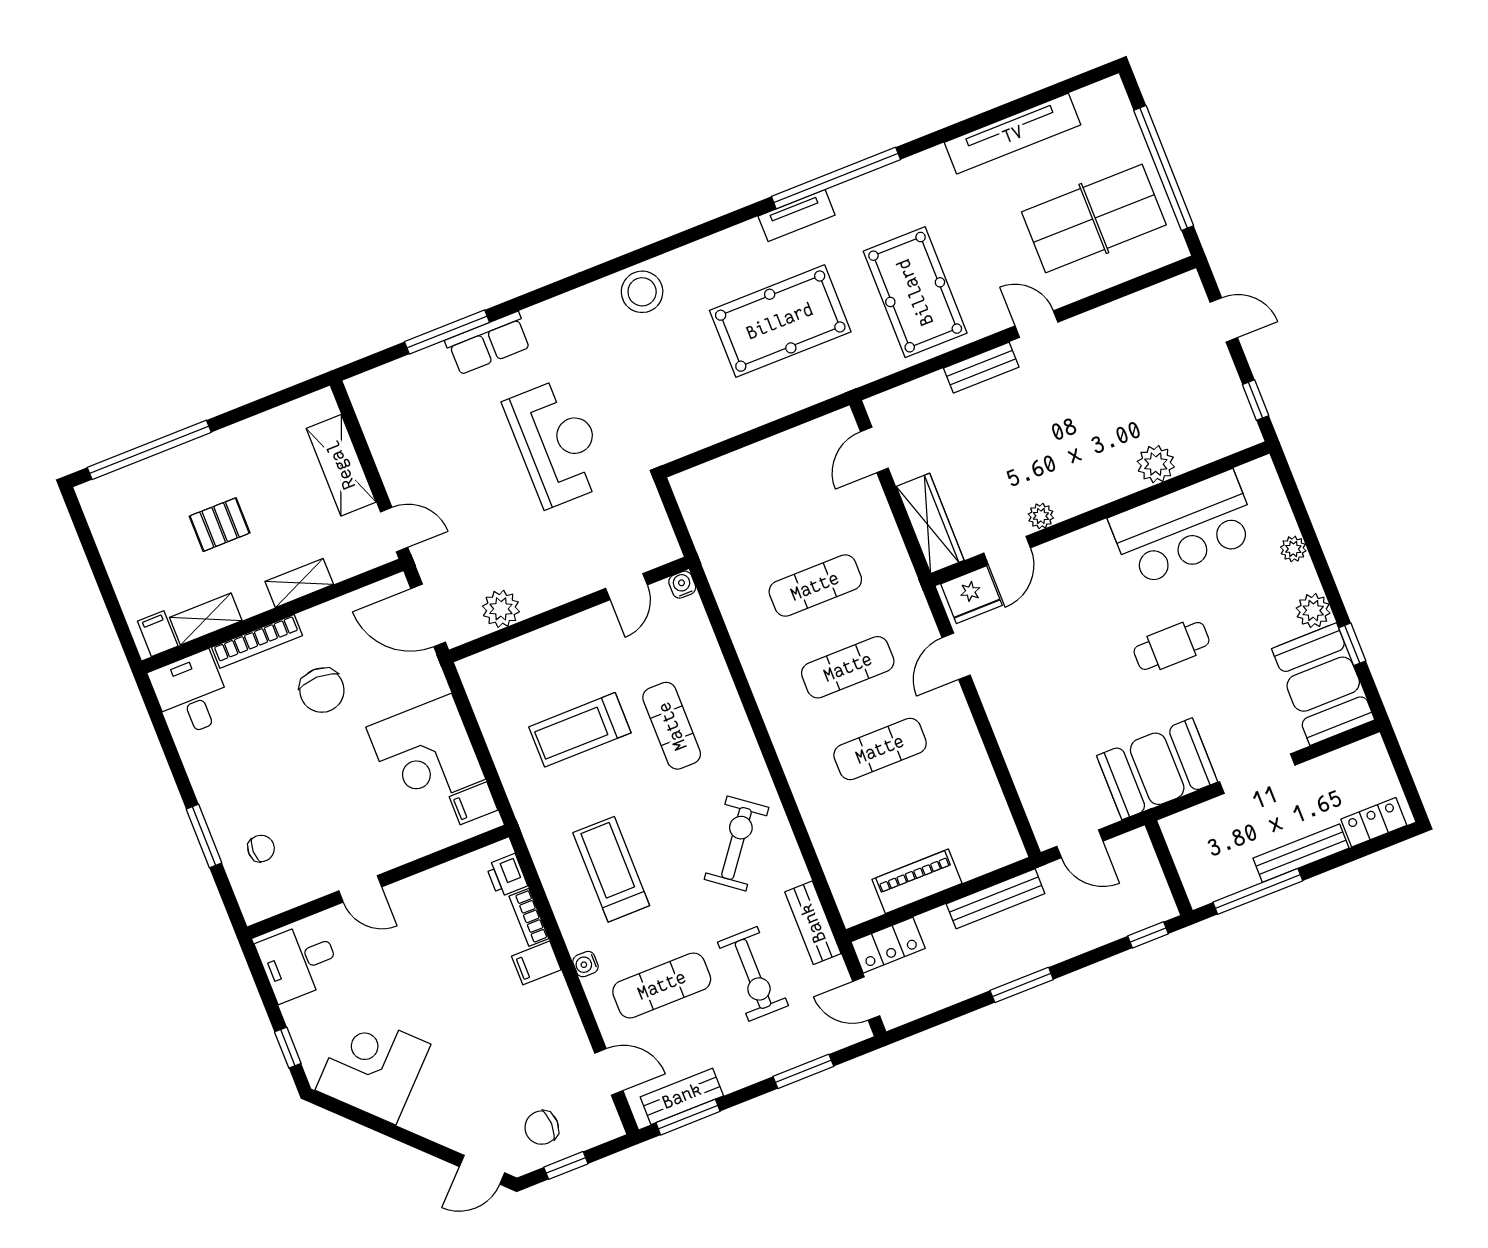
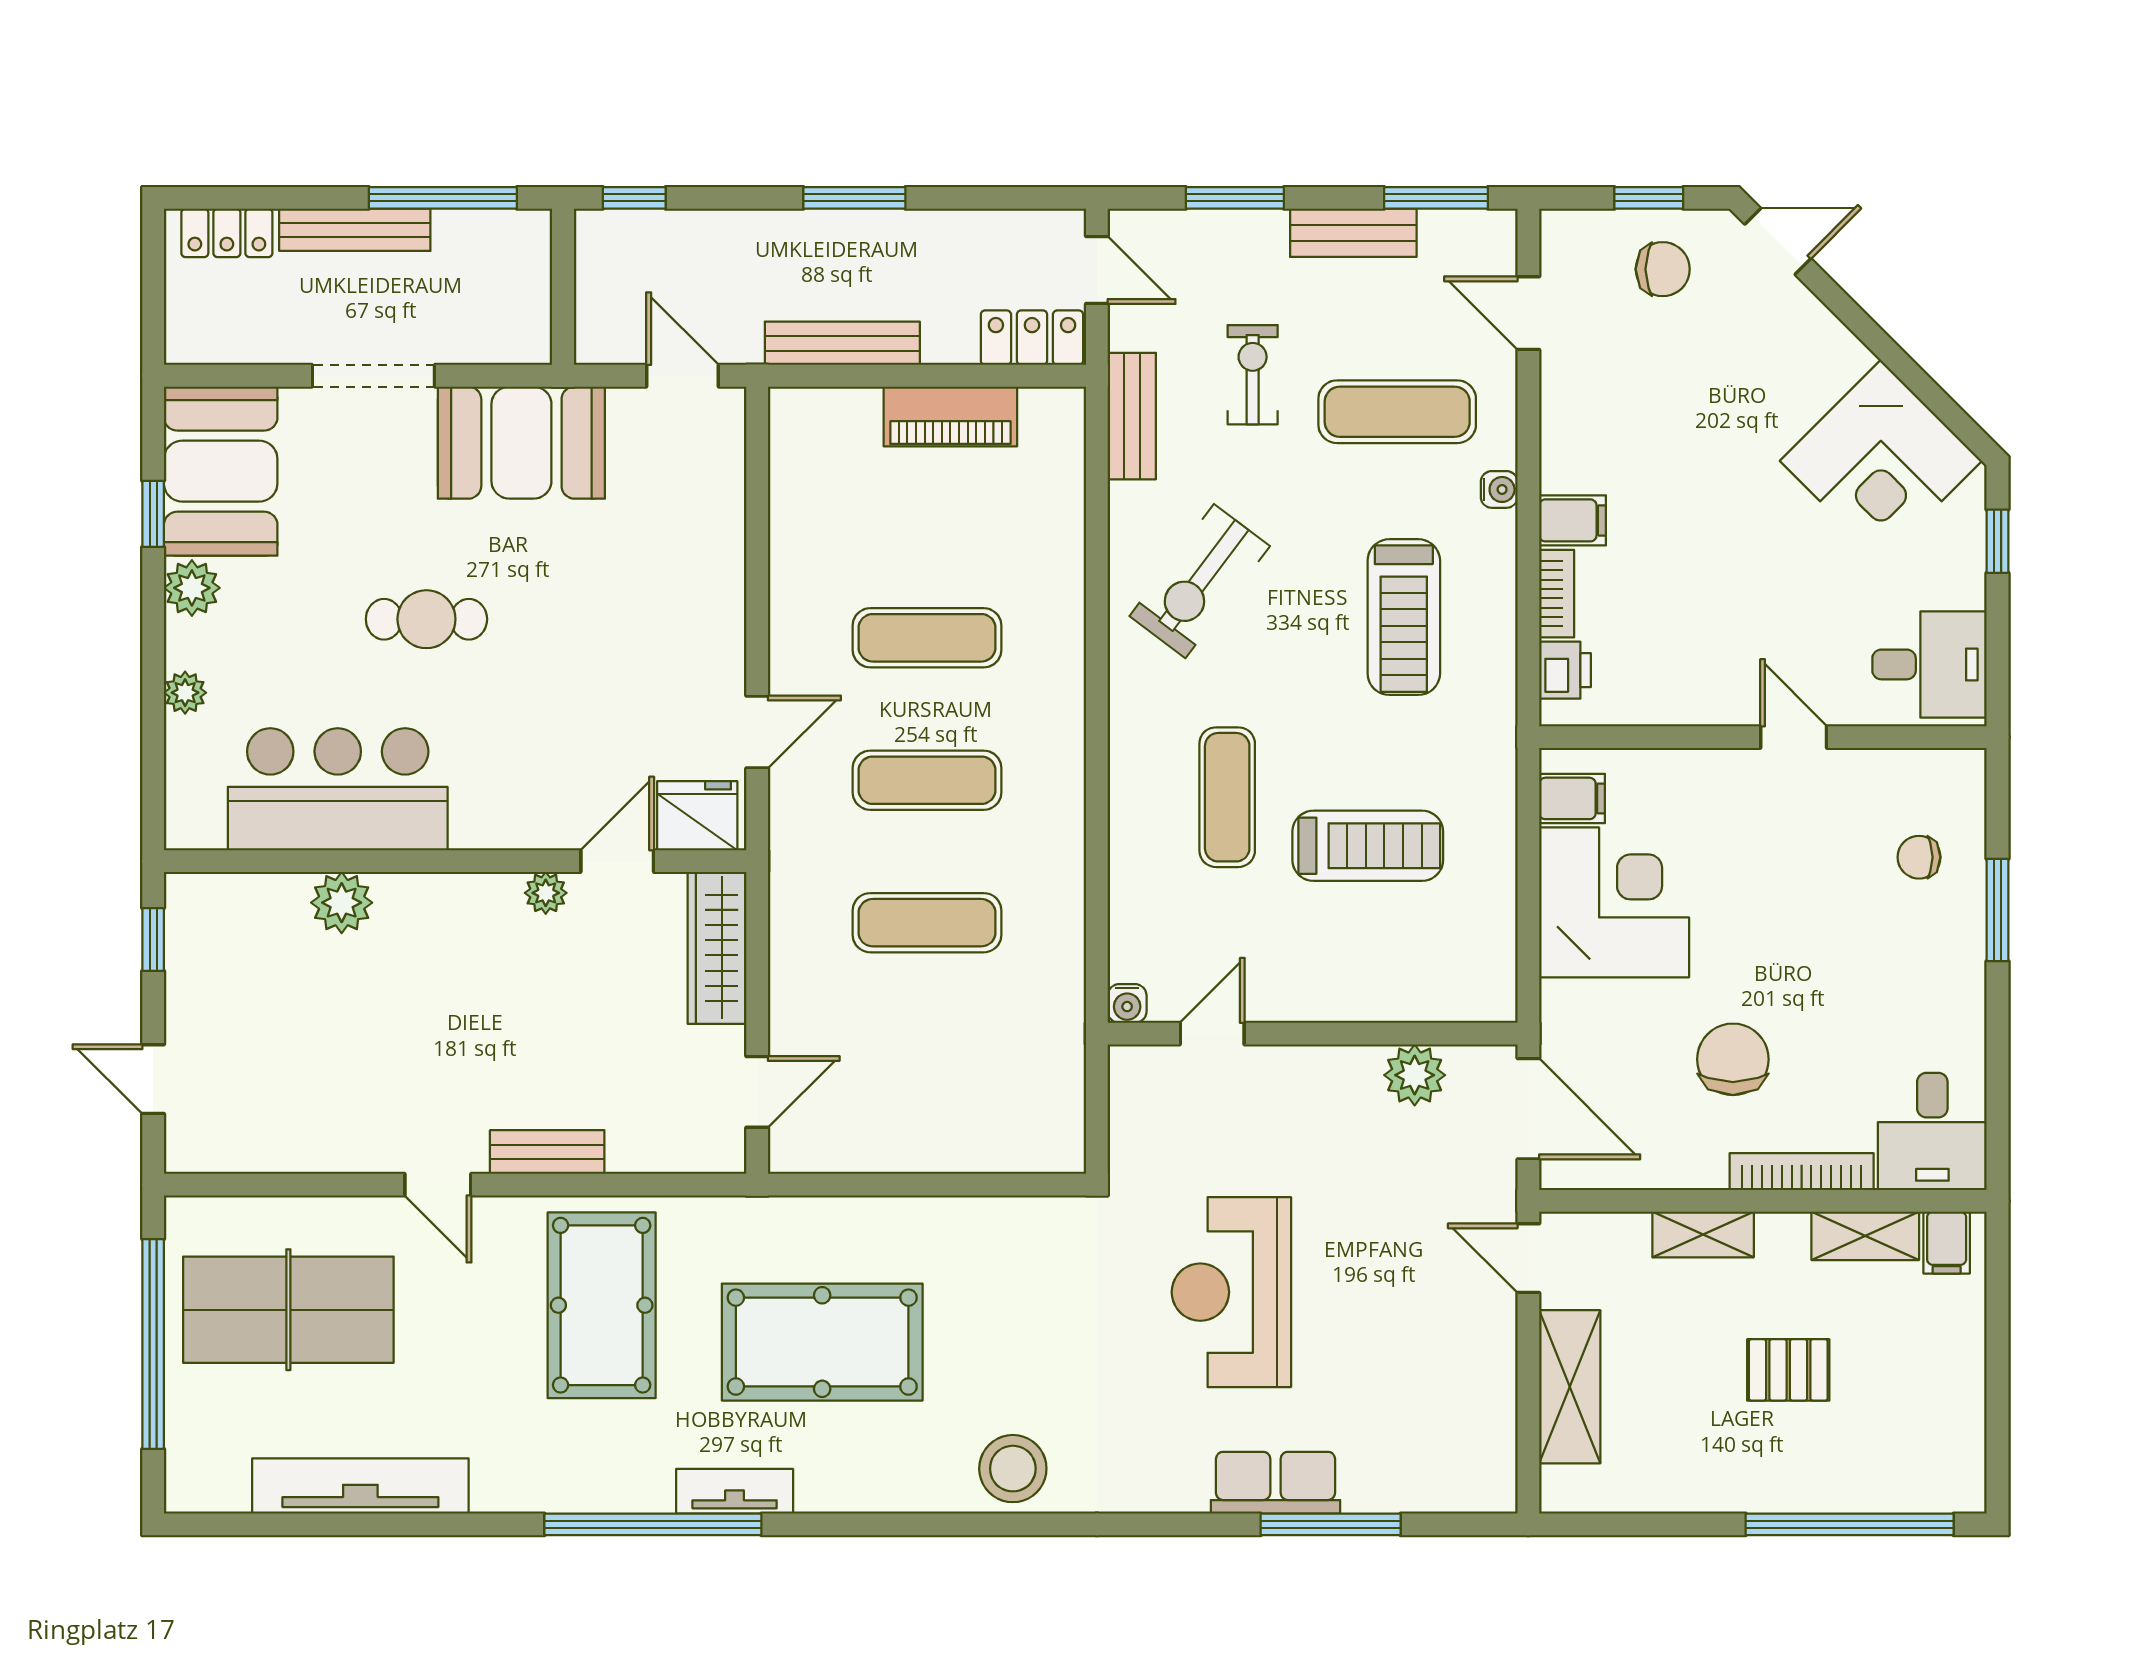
exercise bike: (753, 974) -> (1253, 375), width x0.73, depth x0.72
bench: (682, 1096) -> (1353, 233), moved

